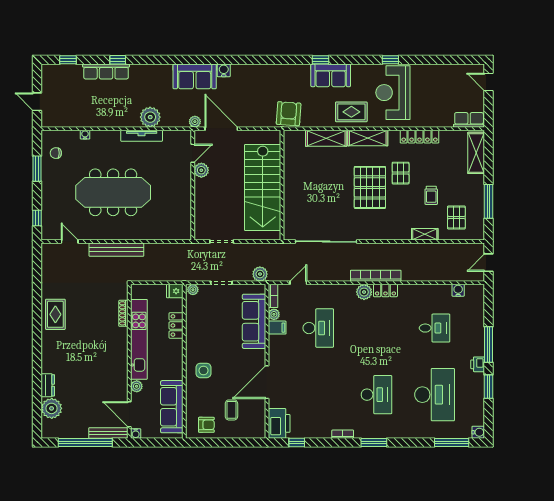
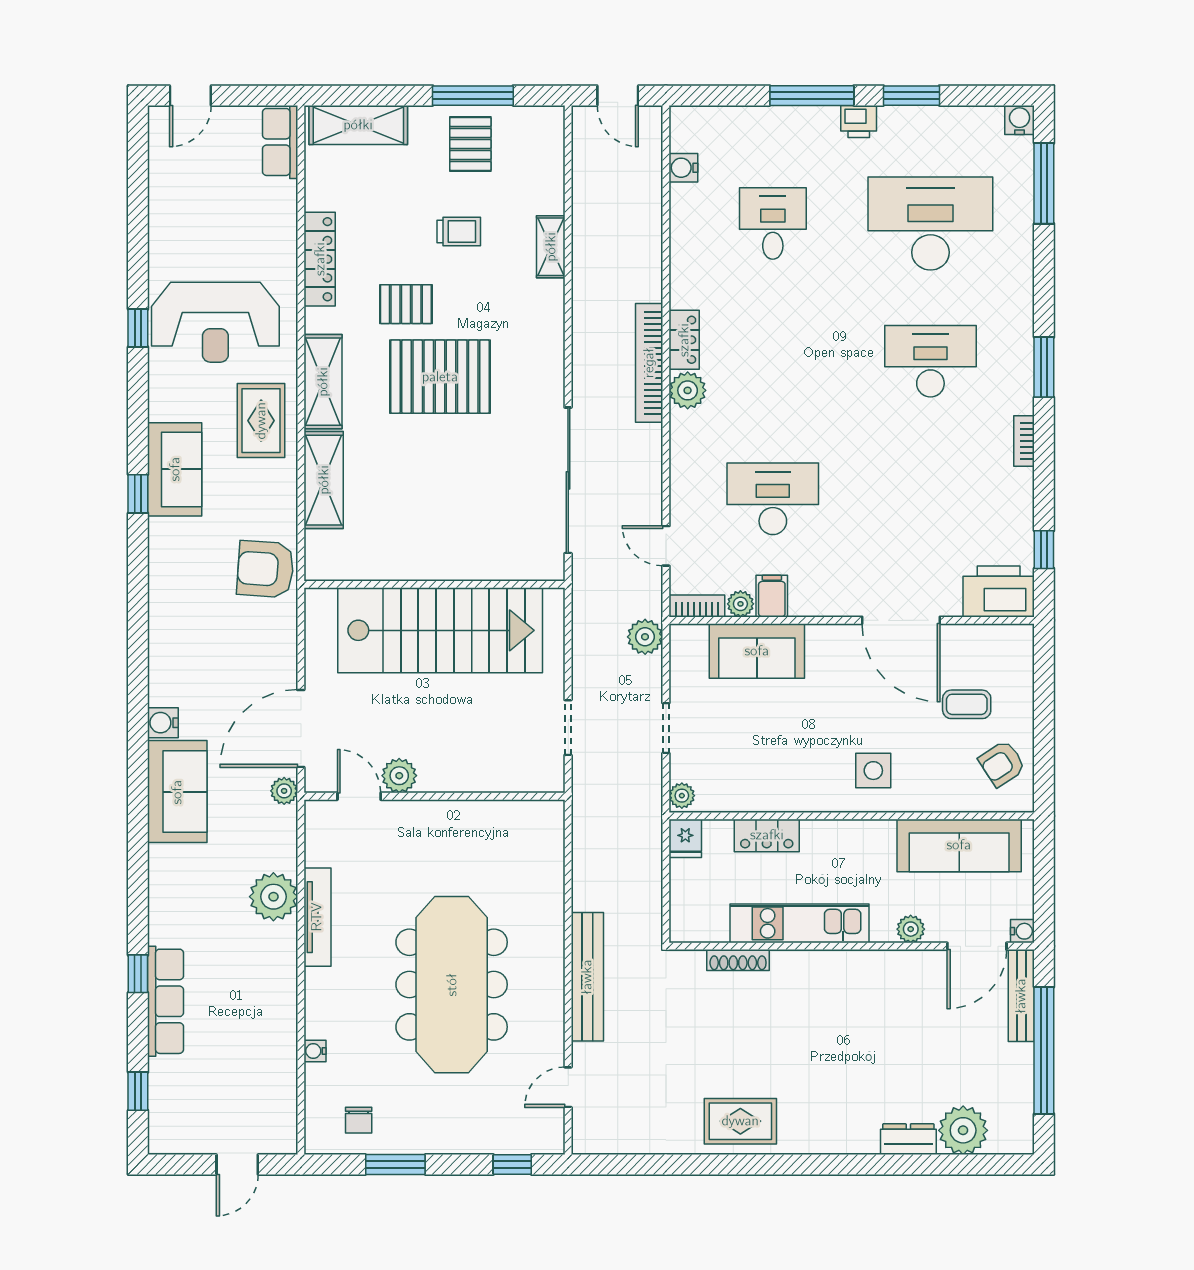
pallet: (456, 218) -> (470, 144), moved, turned 90
sofa: (254, 321) -> (757, 651), width x0.73
kitchen unit: (139, 339) -> (800, 923), width x0.73
armchair: (206, 425) -> (1002, 764), turned -123

